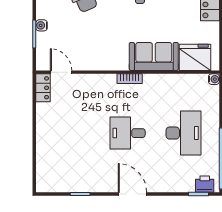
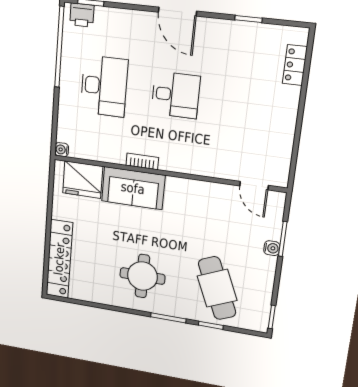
bookcase: (130, 79) -> (142, 161), moved
locker: (43, 88) -> (295, 65), moved
desk: (183, 133) -> (104, 86), turned 180

